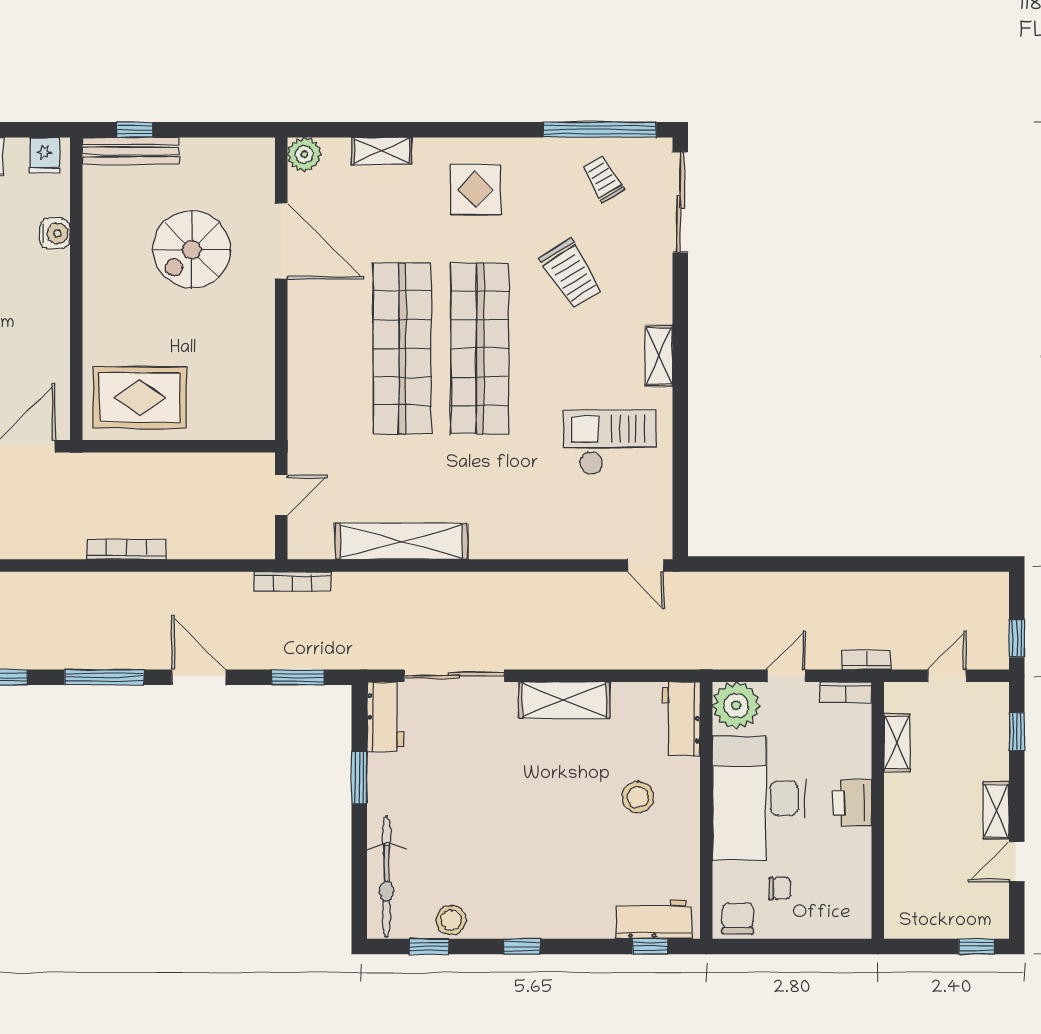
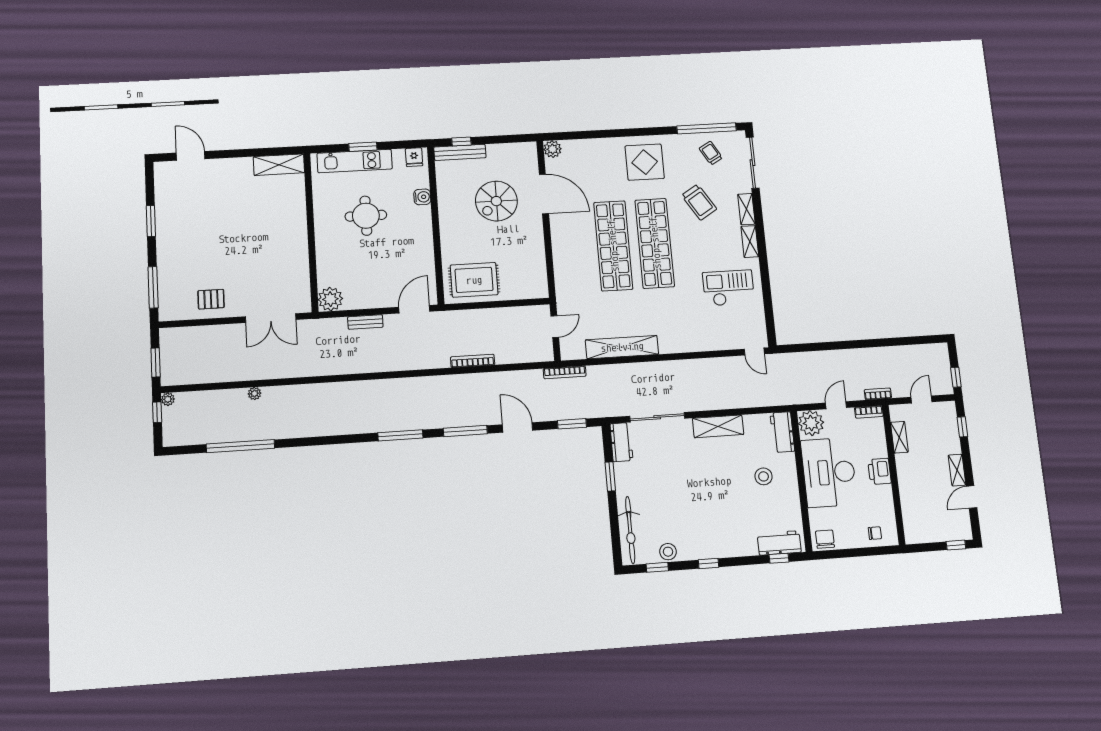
shelving: (382, 151) -> (746, 209), moved, turned 90
display table: (476, 190) -> (645, 162), width x1.36, depth x1.36
chair: (780, 888) -> (875, 533), moved

